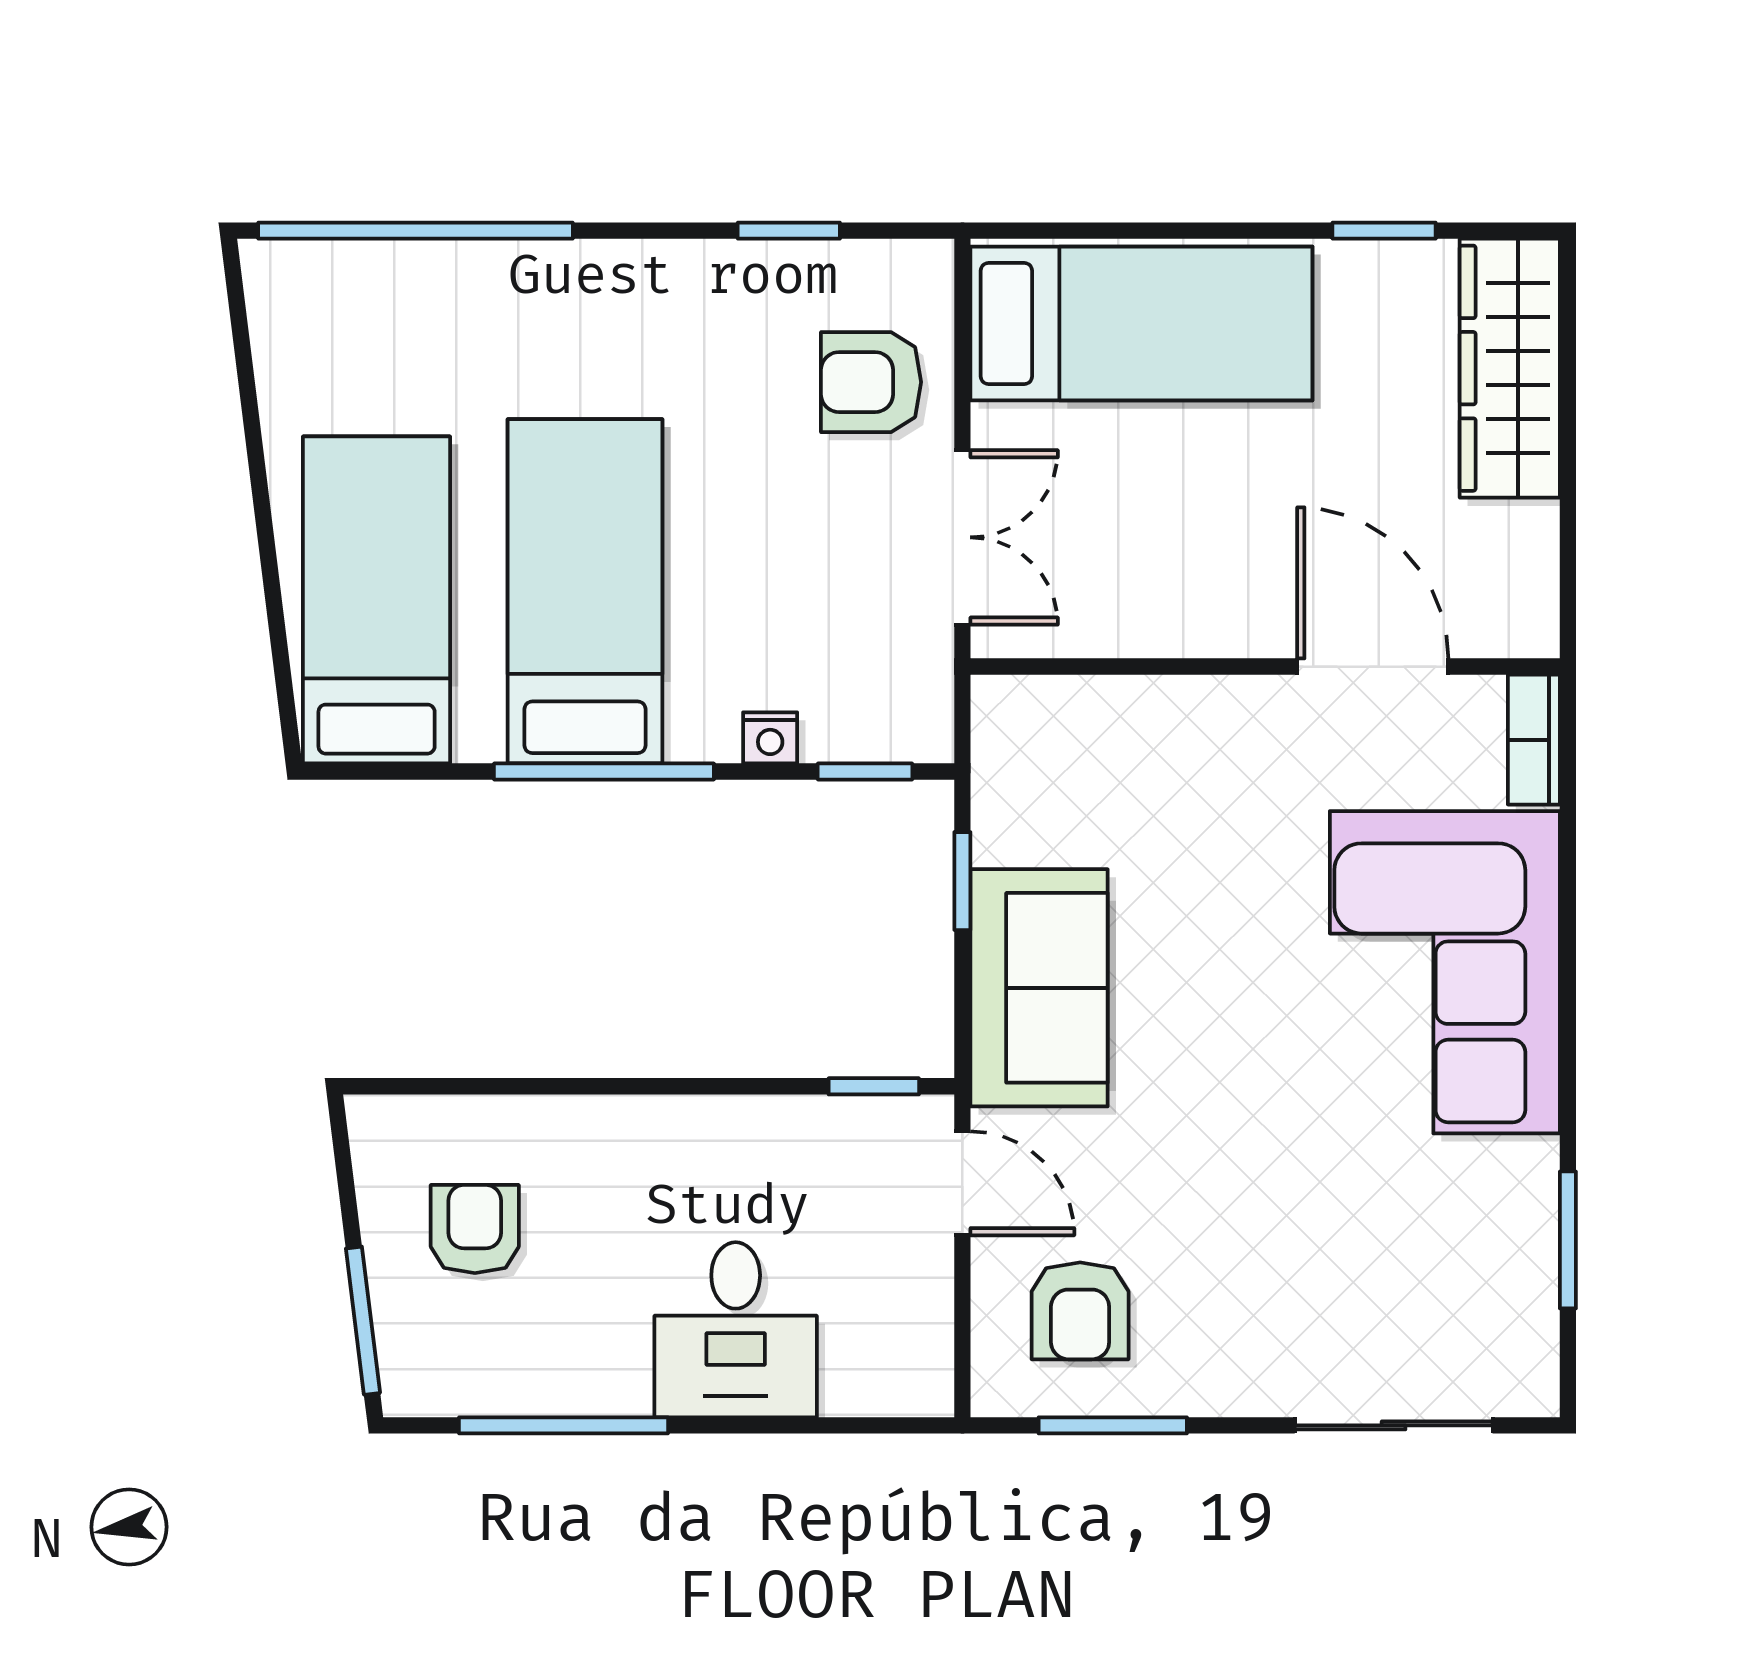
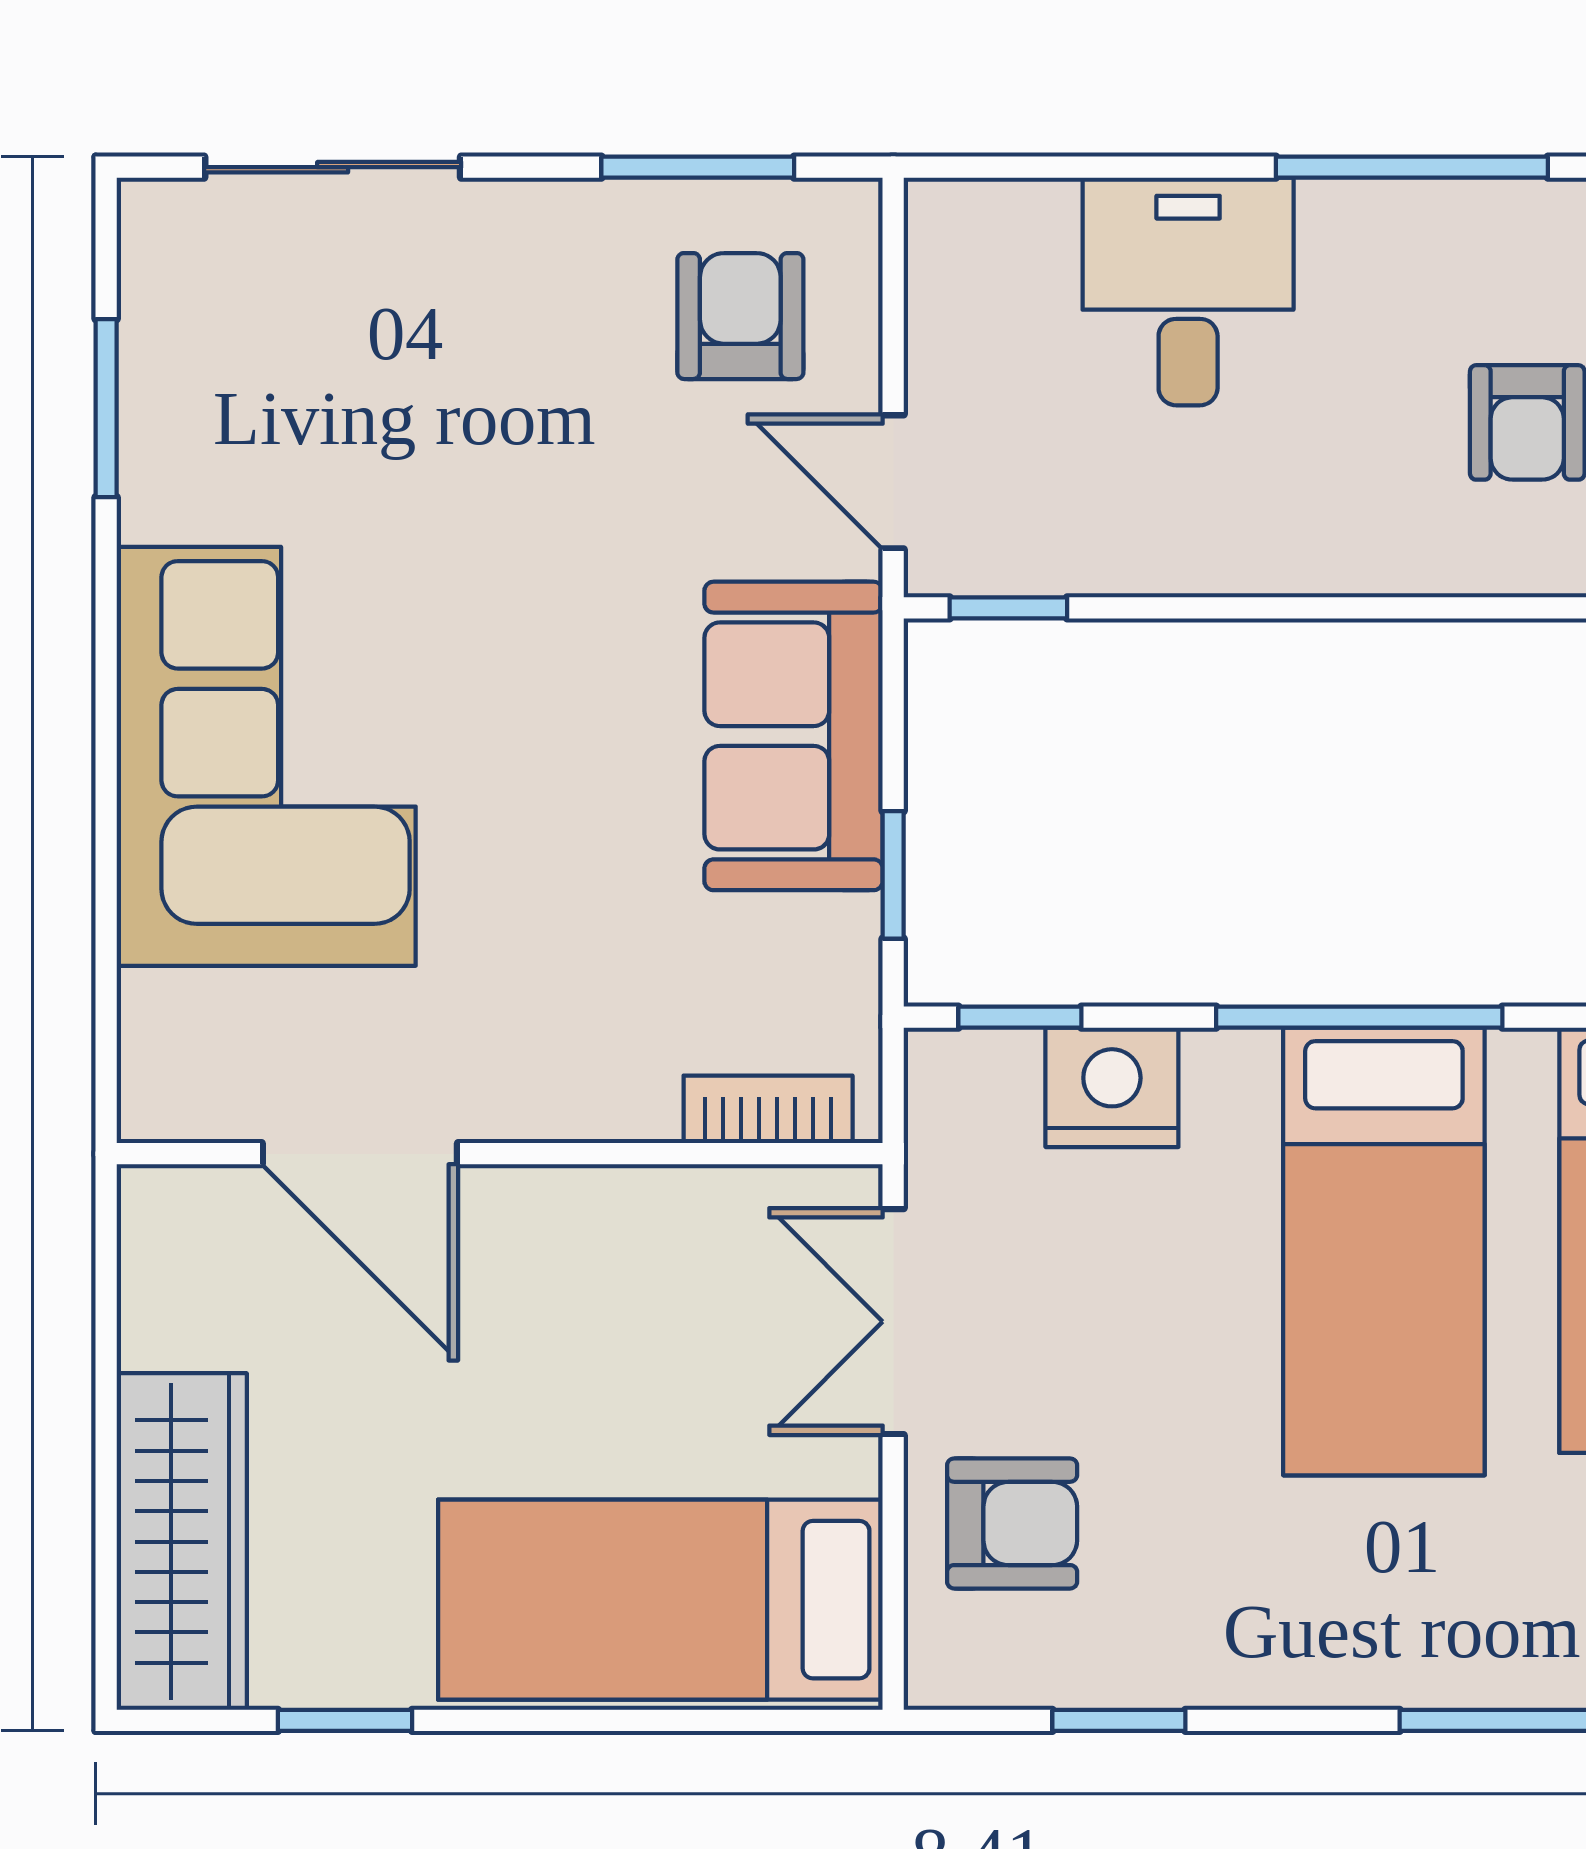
nightstand: (770, 738) -> (1112, 1087), width x1.89, depth x1.79
bookcase: (1534, 740) -> (768, 1109), moved, turned -90

